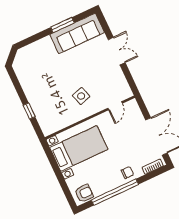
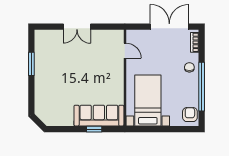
sofa: (77, 33) -> (99, 116), moved, turned -90
double door: (117, 51) -> (77, 27), swing flipped
side table: (81, 96) -> (102, 77), removed

